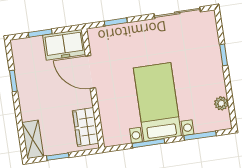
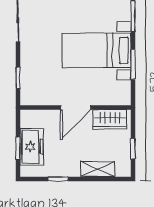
freezer: (64, 45) -> (32, 147), moved
door: (90, 72) -> (76, 107), moved
shelving: (33, 139) -> (98, 169), moved

